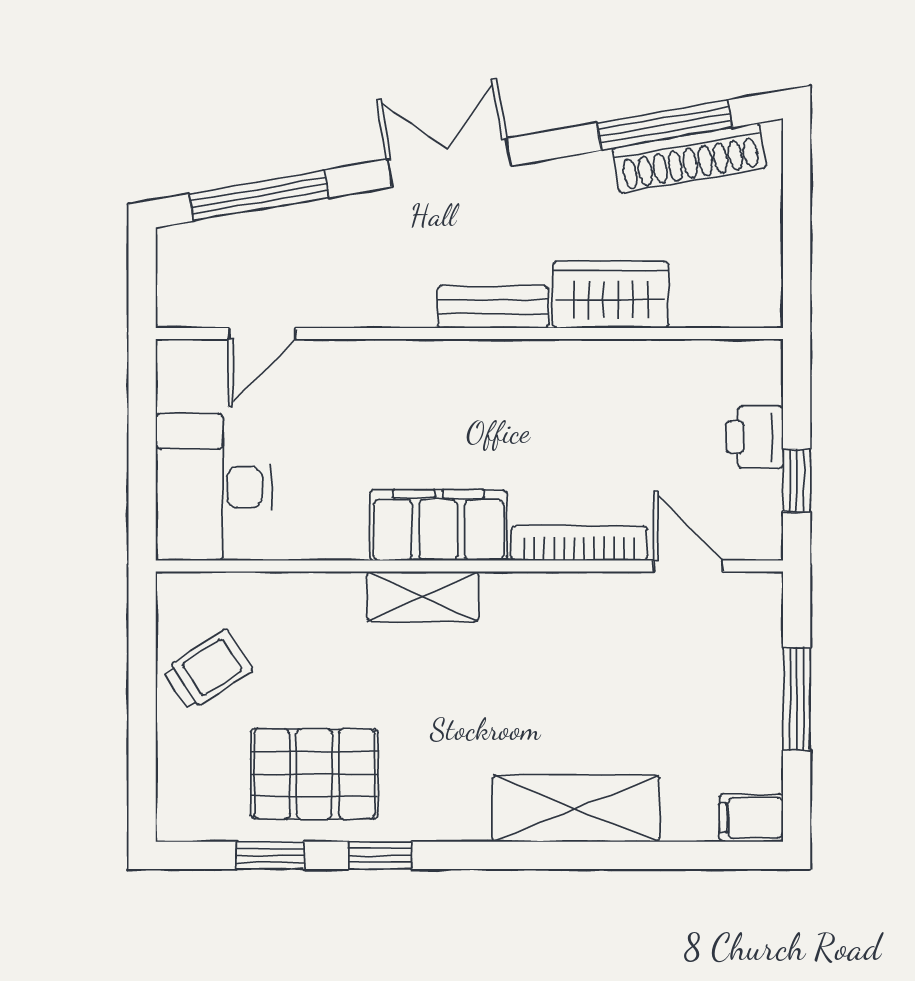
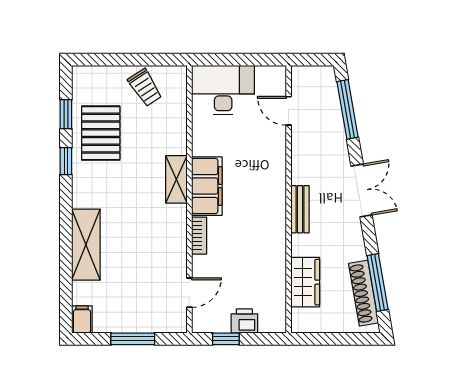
wardrobe: (611, 295) -> (305, 282), moved
bookcase: (579, 543) -> (199, 236), width x0.64

